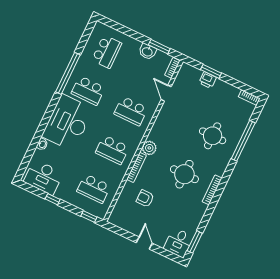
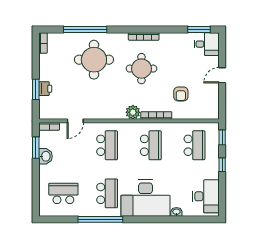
round table: (213, 136) -> (94, 60), width x1.36, depth x1.36
window: (53, 199) -> (222, 165), moved

